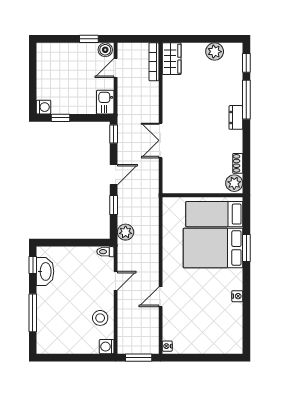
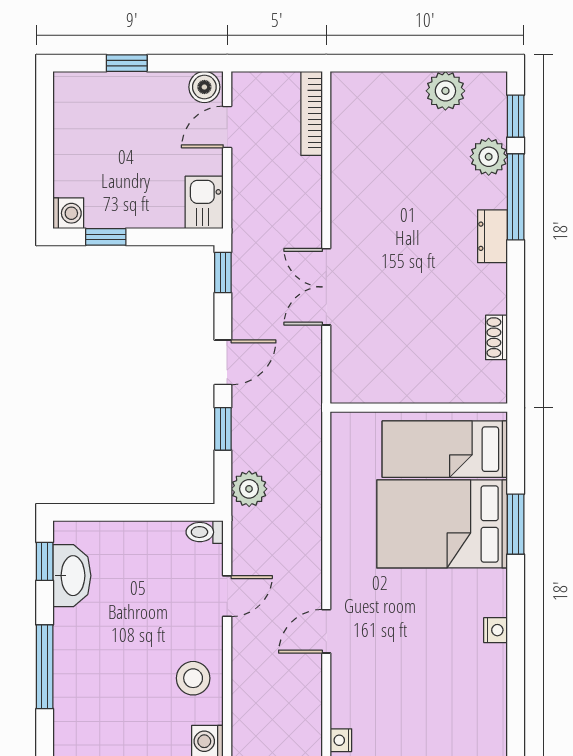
window: (89, 39) -> (127, 63), moved
wardrobe: (172, 59) -> (351, 107), removed
plant: (234, 183) -> (489, 157), moved

